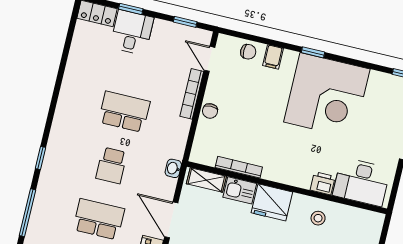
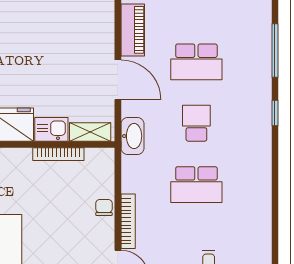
washbasin: (173, 168) -> (132, 136), width x1.91, depth x1.45

